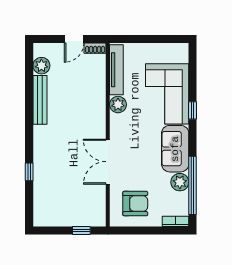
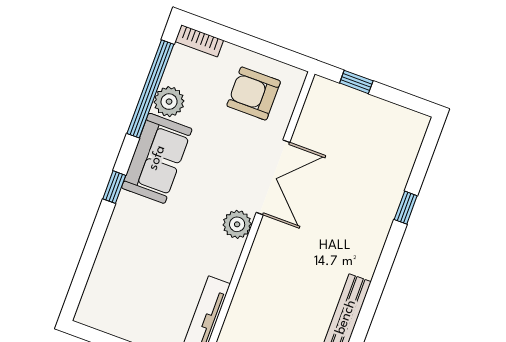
corner sofa: (167, 94) -> (137, 251), removed
plant: (118, 105) -> (237, 224), moved
window: (193, 110) -> (114, 187), moved

